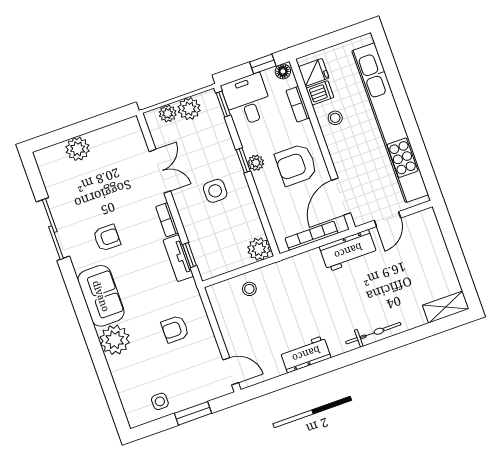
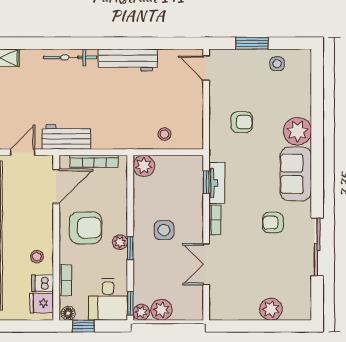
plant: (168, 113) -> (141, 312), moved
workbench: (306, 354) -> (128, 60), width x1.38

